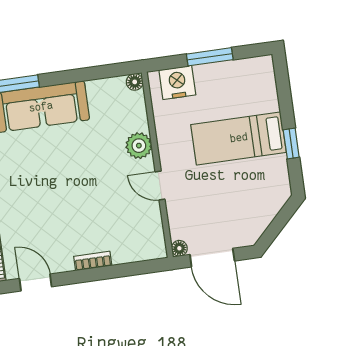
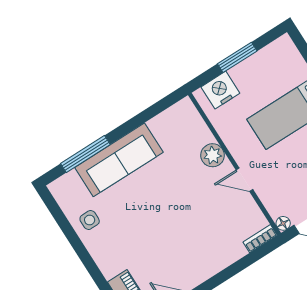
floor lamp: (135, 82) -> (186, 105), removed
bookcase: (93, 261) -> (260, 239), moved

